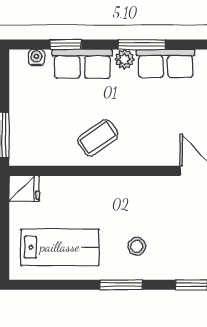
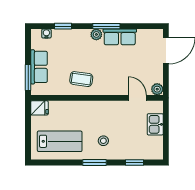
row of seats: (82, 64) -> (39, 67), moved, turned -90
coffee table: (98, 138) -> (81, 79), turned 43

